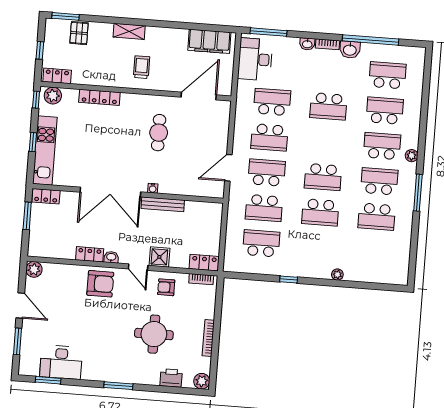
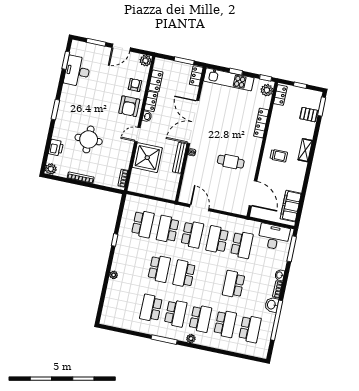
school desk: (320, 212) -> (159, 269), turned 180
shower: (159, 257) -> (147, 158), width x1.86, depth x1.86
locker: (204, 263) -> (156, 81), moved
armchair: (166, 287) -> (135, 85), moved

